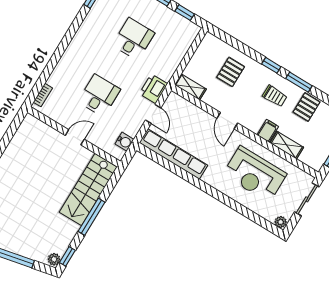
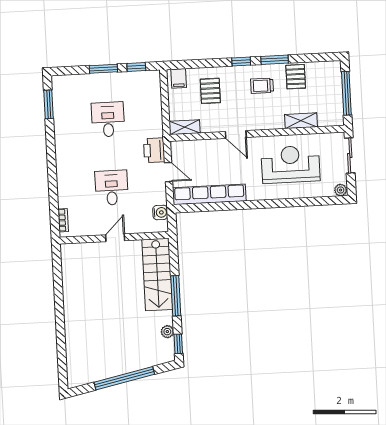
trolley: (275, 96) -> (262, 86), turned 180
filing cabinet: (268, 131) -> (179, 78), moved, turned 180
reception desk: (255, 174) -> (290, 164), turned 180
plant: (54, 259) -> (167, 332), moved

